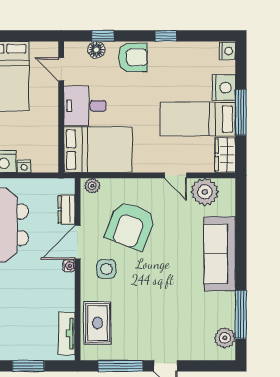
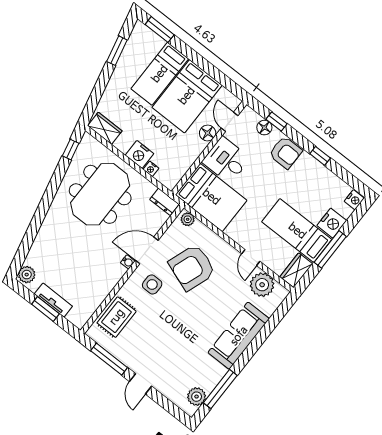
floor lamp: (49, 95) -> (208, 133), added
dresser: (67, 209) -> (164, 202), moved, turned -90
tv unit: (67, 333) -> (53, 300), moved, turned 90

